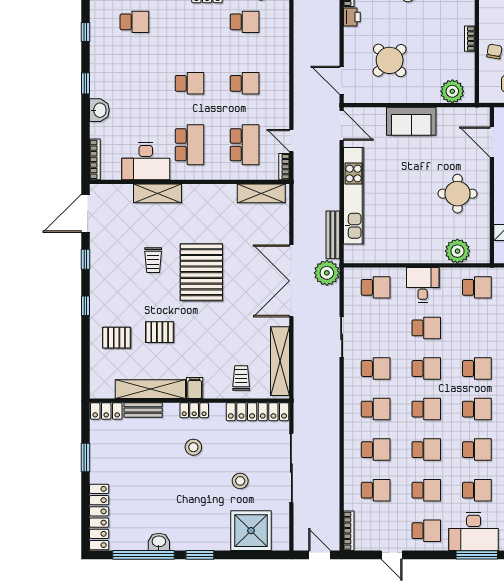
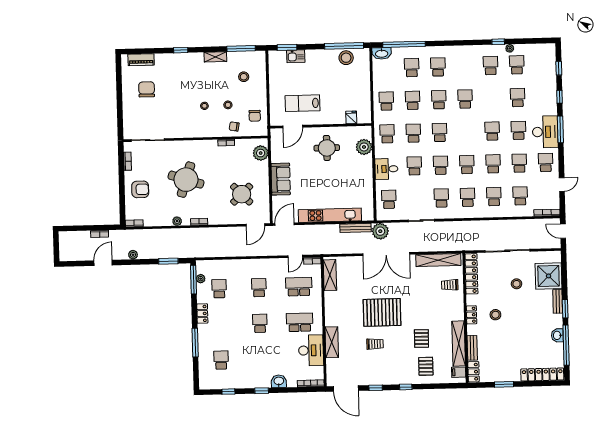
printer: (352, 17) -> (214, 219), removed
filing cabinet: (195, 388) -> (459, 372), moved
school desk: (477, 409) -> (413, 133), moved
bench: (211, 544) -> (558, 301), added
door: (320, 555) -> (563, 231), hinge flipped

